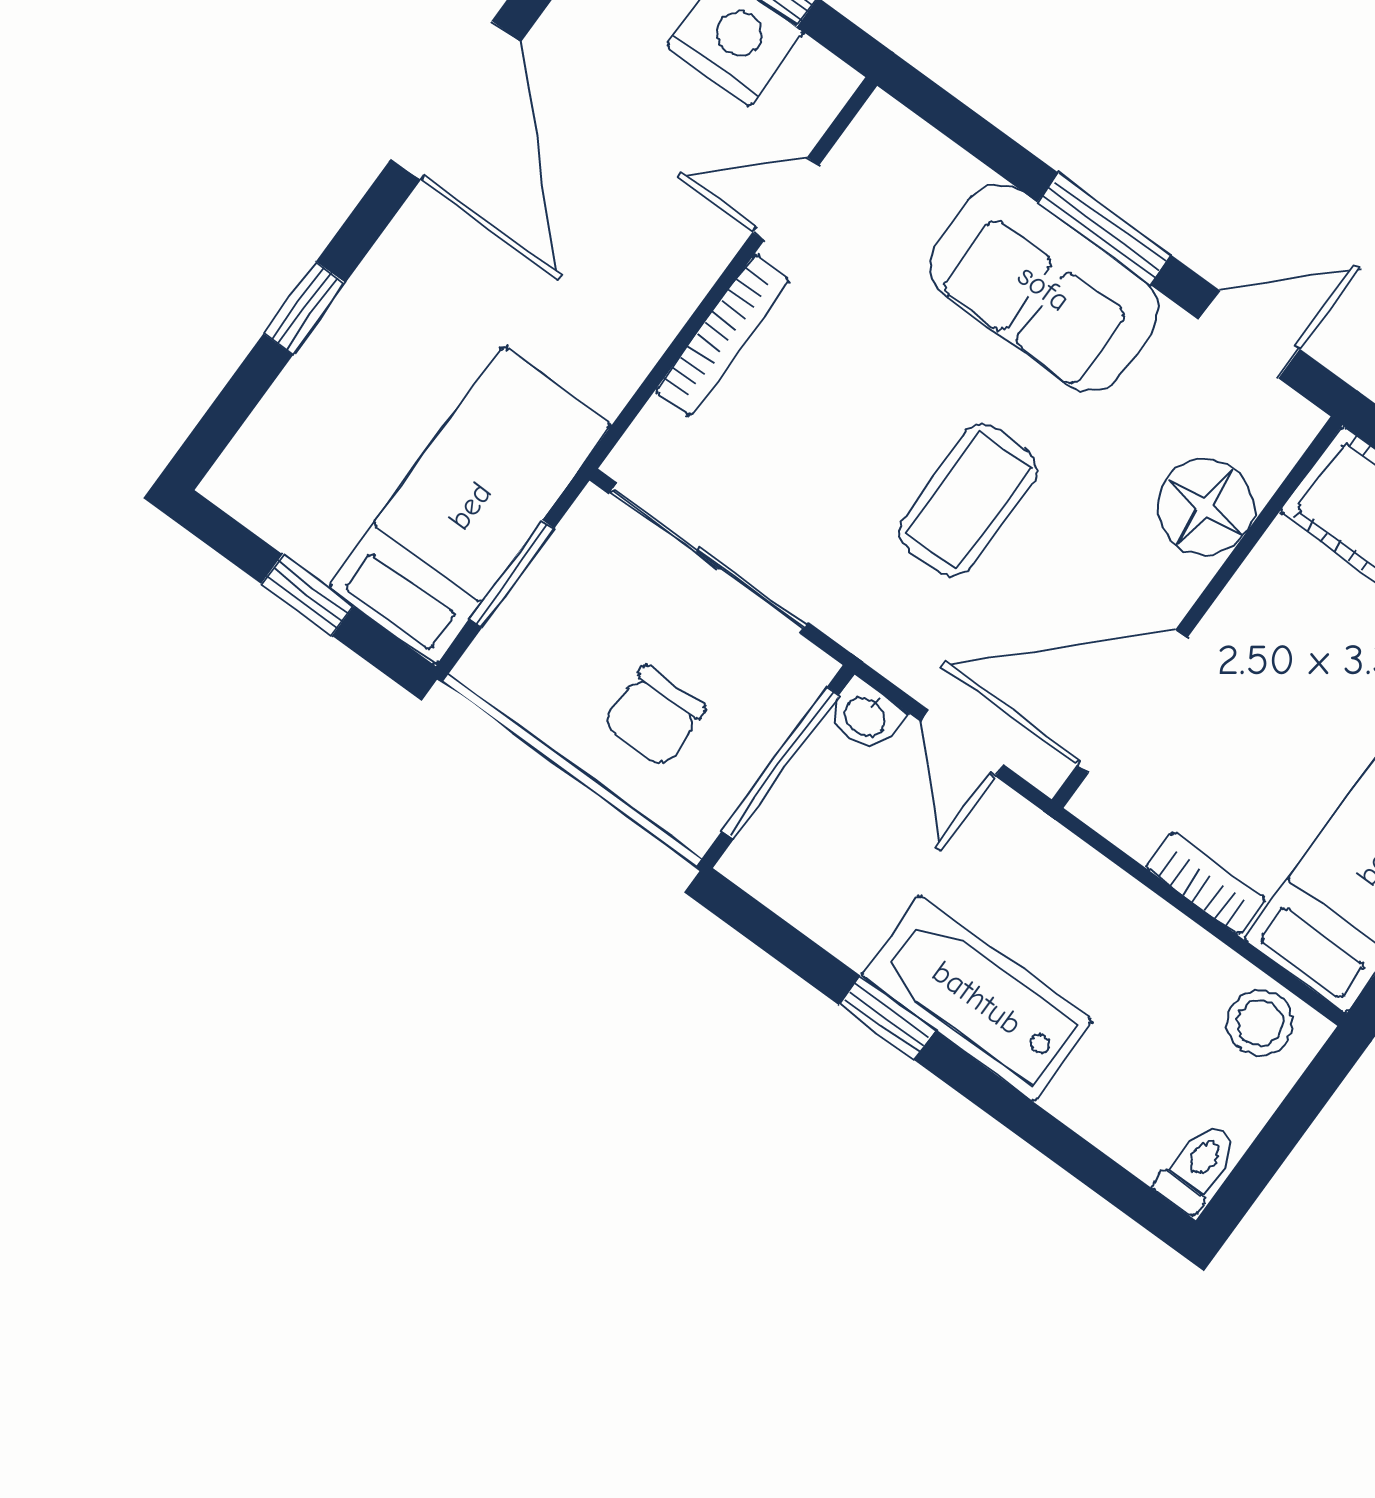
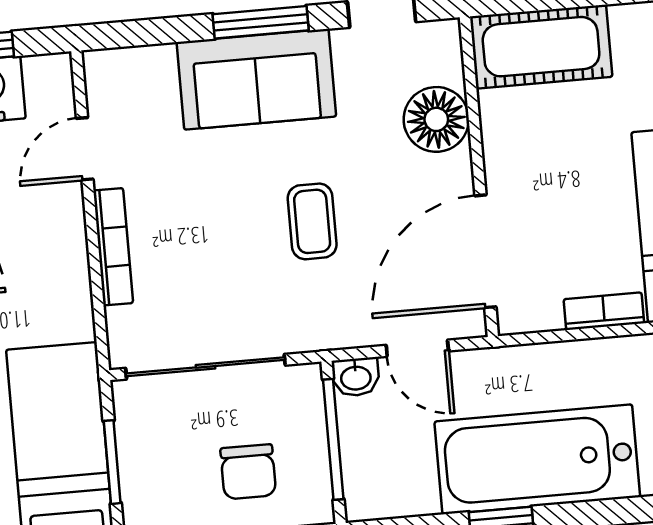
coffee table: (968, 500) -> (312, 221), width x0.73, depth x0.77
bathtub: (977, 998) -> (537, 459), width x1.36, depth x1.36

